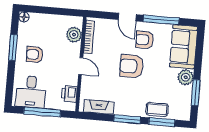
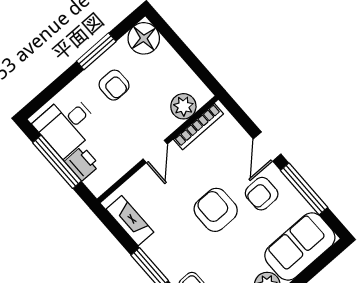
floor lamp: (24, 17) -> (144, 38), width x1.89, depth x1.89
armchair: (145, 40) -> (262, 194), turned -90
armchair: (35, 55) -> (114, 85), turned 180
printer: (69, 94) -> (82, 163), moved, turned 90

